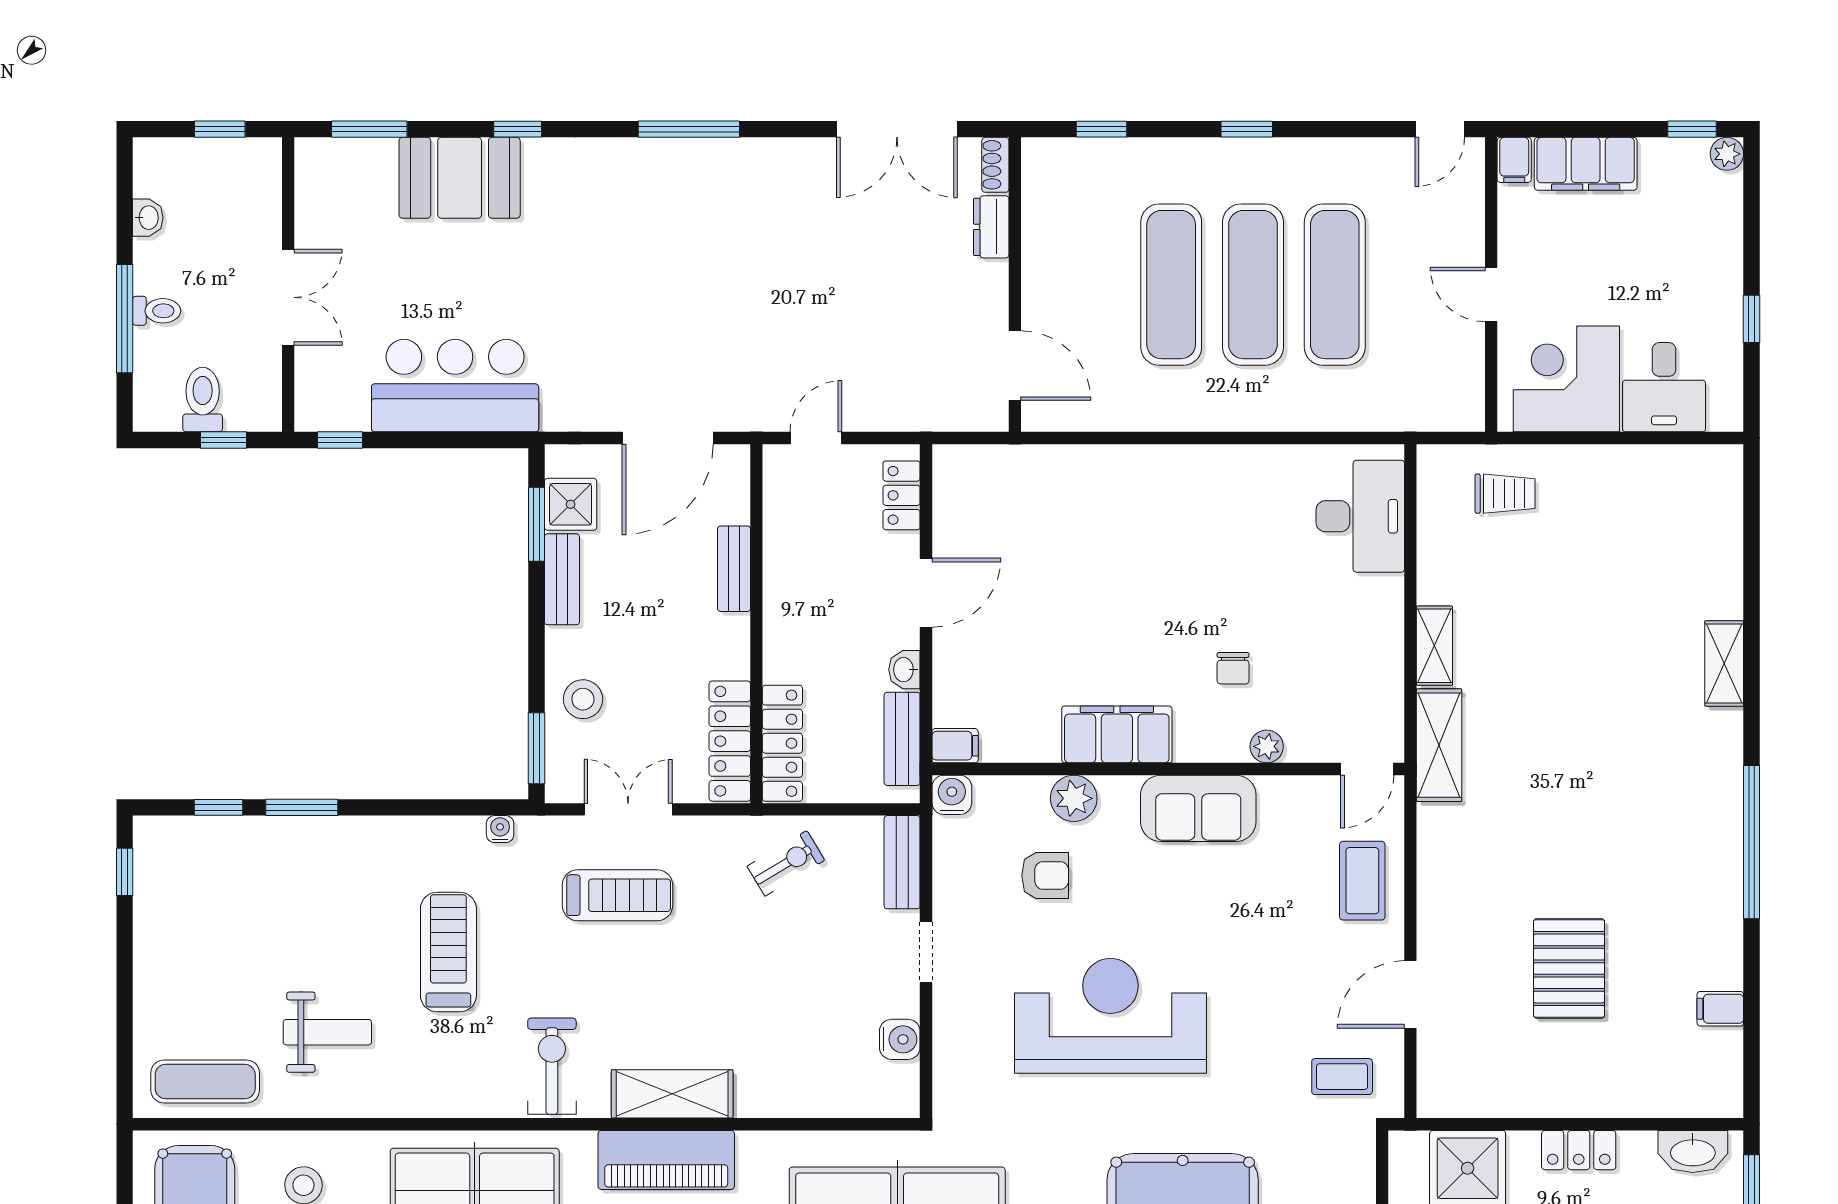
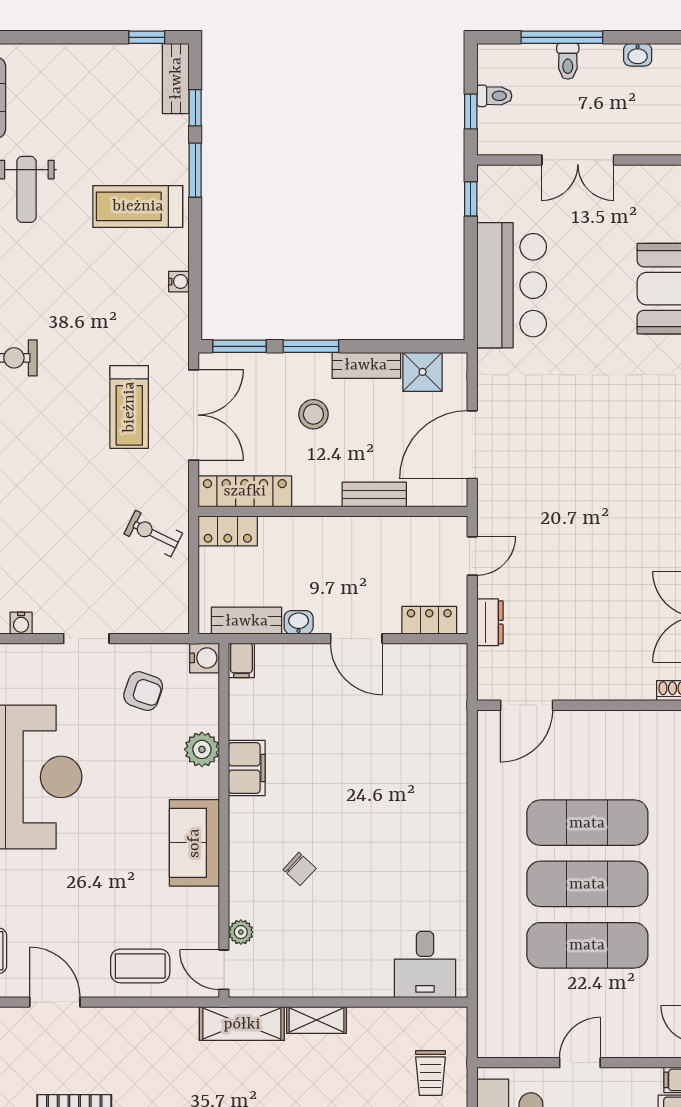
dresser: (991, 227) -> (490, 622), moved, turned 90
toilet: (203, 400) -> (494, 96), width x0.73, depth x0.72
door: (668, 438) -> (472, 445), hinge flipped
door: (816, 438) -> (472, 556), hinge flipped
desk: (1360, 516) -> (425, 964), width x0.73
window: (536, 524) -> (311, 346), moved
chair: (1233, 668) -> (300, 869), turned -137
stool: (583, 699) -> (313, 414), moved
filing cabinet: (1117, 734) -> (247, 768), width x0.67, depth x0.86
locker: (782, 743) -> (228, 531), width x0.66
plant: (1267, 746) -> (241, 932), moved
double door: (628, 809) -> (194, 415), width x1.37
water cooler: (500, 829) -> (179, 282), moved
bench: (902, 862) -> (176, 78), moved, turned 90
exercise bike: (786, 863) -> (153, 533), turned 147
armchair: (1045, 875) -> (143, 691), moved, turned -71
treadmill: (448, 952) -> (138, 206), moved, turned 180
water cooler: (900, 1039) -> (21, 623), width x0.72, depth x0.72

